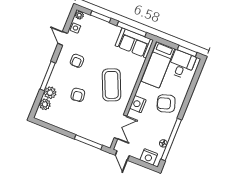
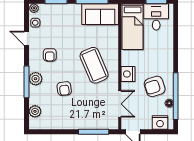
plant: (50, 93) -> (36, 79), moved
armchair: (166, 104) -> (155, 86), moved

